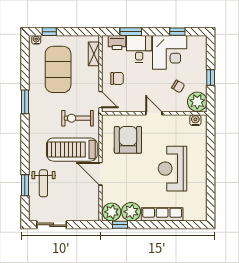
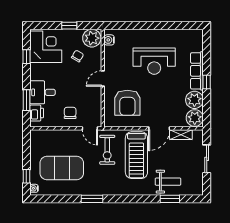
corner desk: (170, 52) -> (46, 47), moved
shelving: (94, 54) -> (181, 135), moved
door: (100, 100) -> (90, 128), swing flipped
armchair: (128, 140) -> (127, 103), turned -90
sliding door: (52, 225) -> (207, 159), moved
window: (120, 225) -> (207, 82), moved

